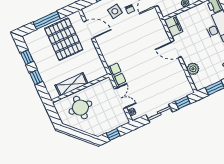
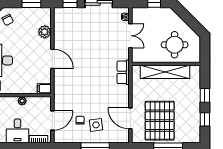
filing cabinet: (173, 26) -> (44, 89), width x0.50
row of seats: (117, 75) -> (123, 72), moved
shelving: (71, 84) -> (165, 72), width x1.47
double door: (120, 98) -> (130, 36), swing flipped

